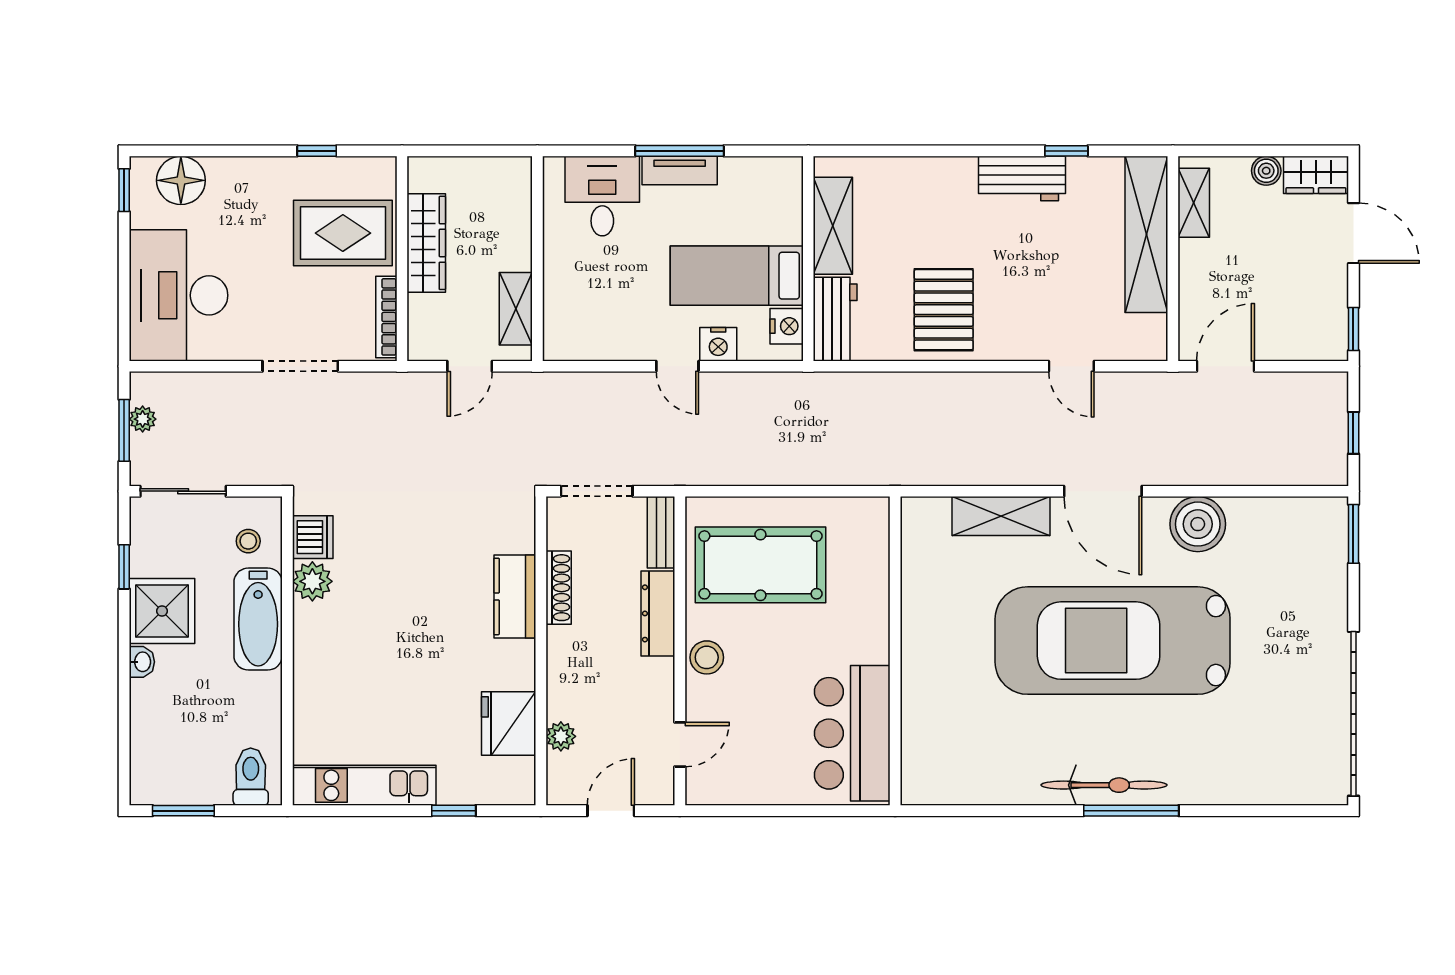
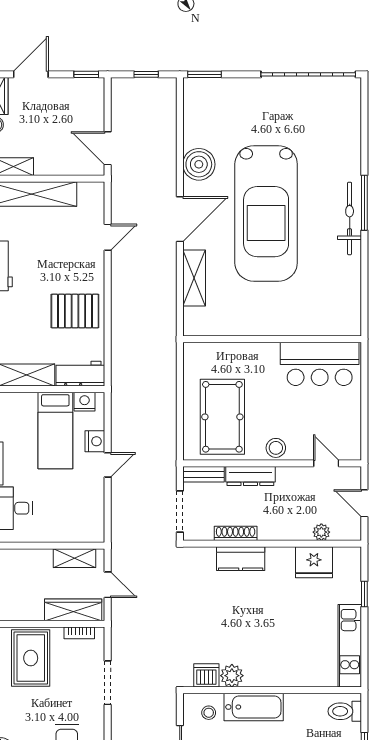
wardrobe: (426, 243) -> (73, 610), moved
bookcase: (386, 317) -> (79, 633), width x0.64

